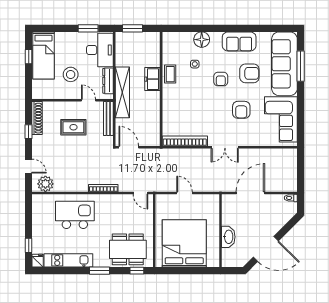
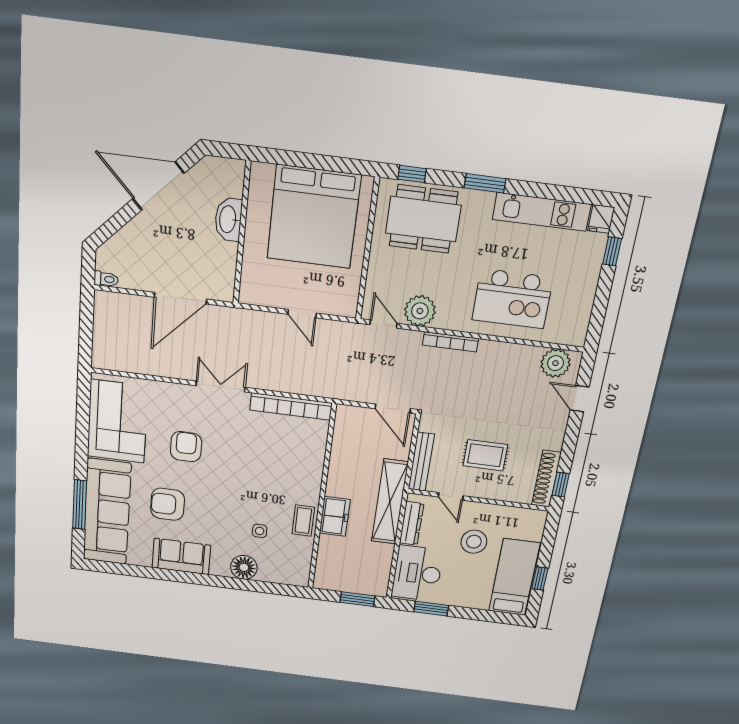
armchair: (221, 79) -> (217, 501), removed
window: (29, 132) -> (561, 485), moved
plant: (122, 202) -> (420, 311), added

